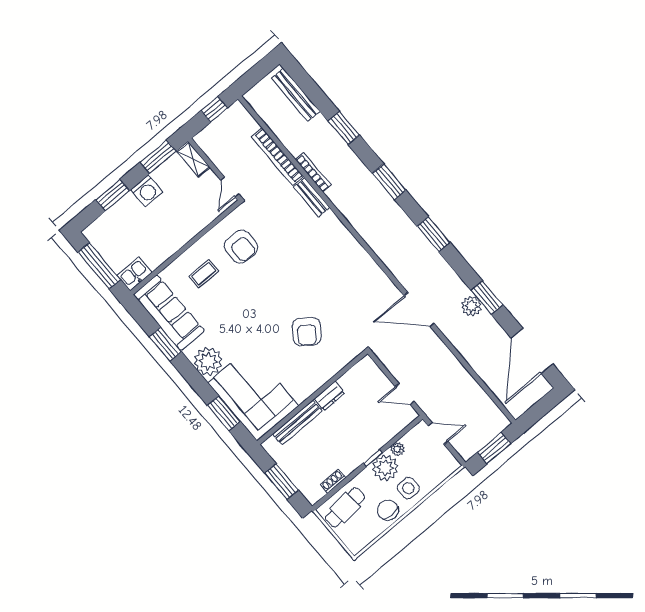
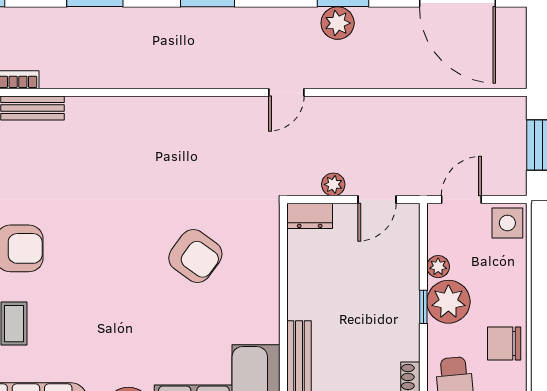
door: (419, 310) -> (286, 92), width x0.53
plant: (395, 368) -> (333, 184), added
dresser: (329, 396) -> (310, 216), moved, turned 90
side table: (408, 488) -> (507, 223), moved

